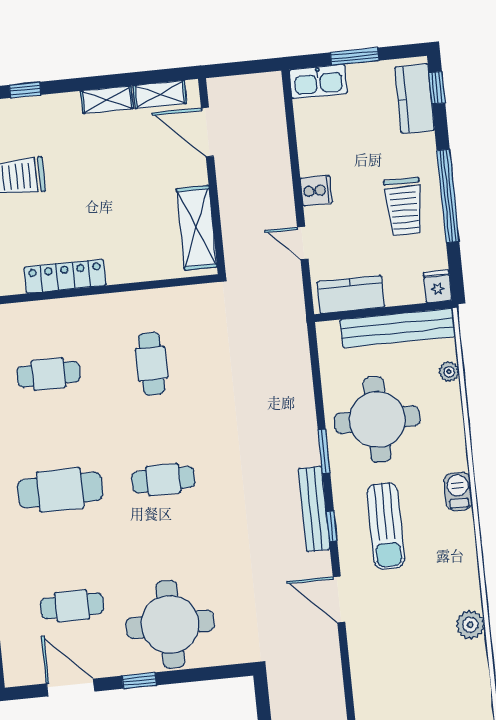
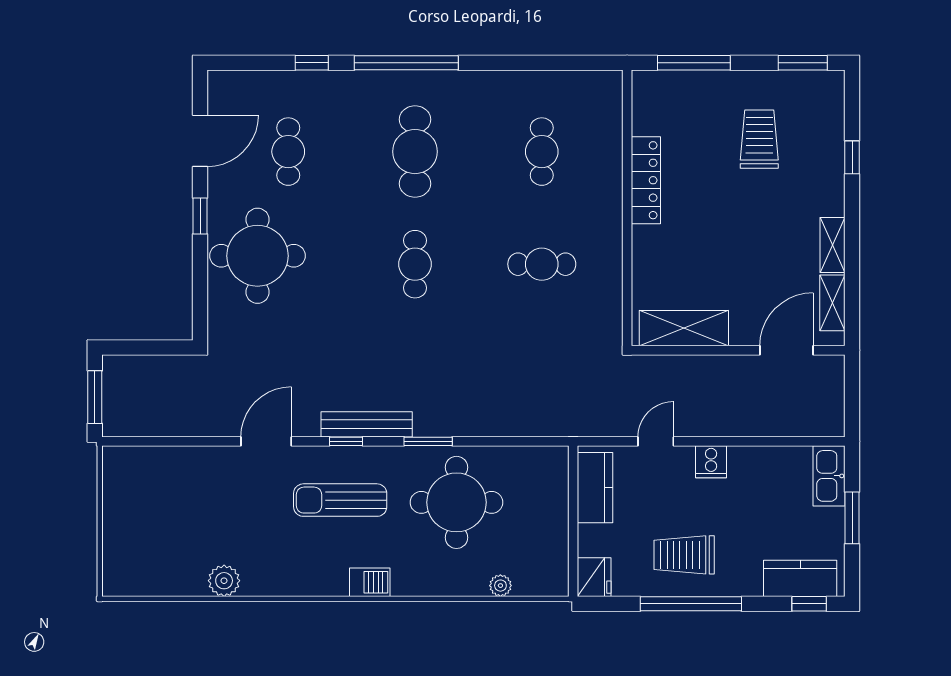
fridge: (438, 286) -> (594, 577), width x1.38
bench: (398, 328) -> (553, 535), removed

